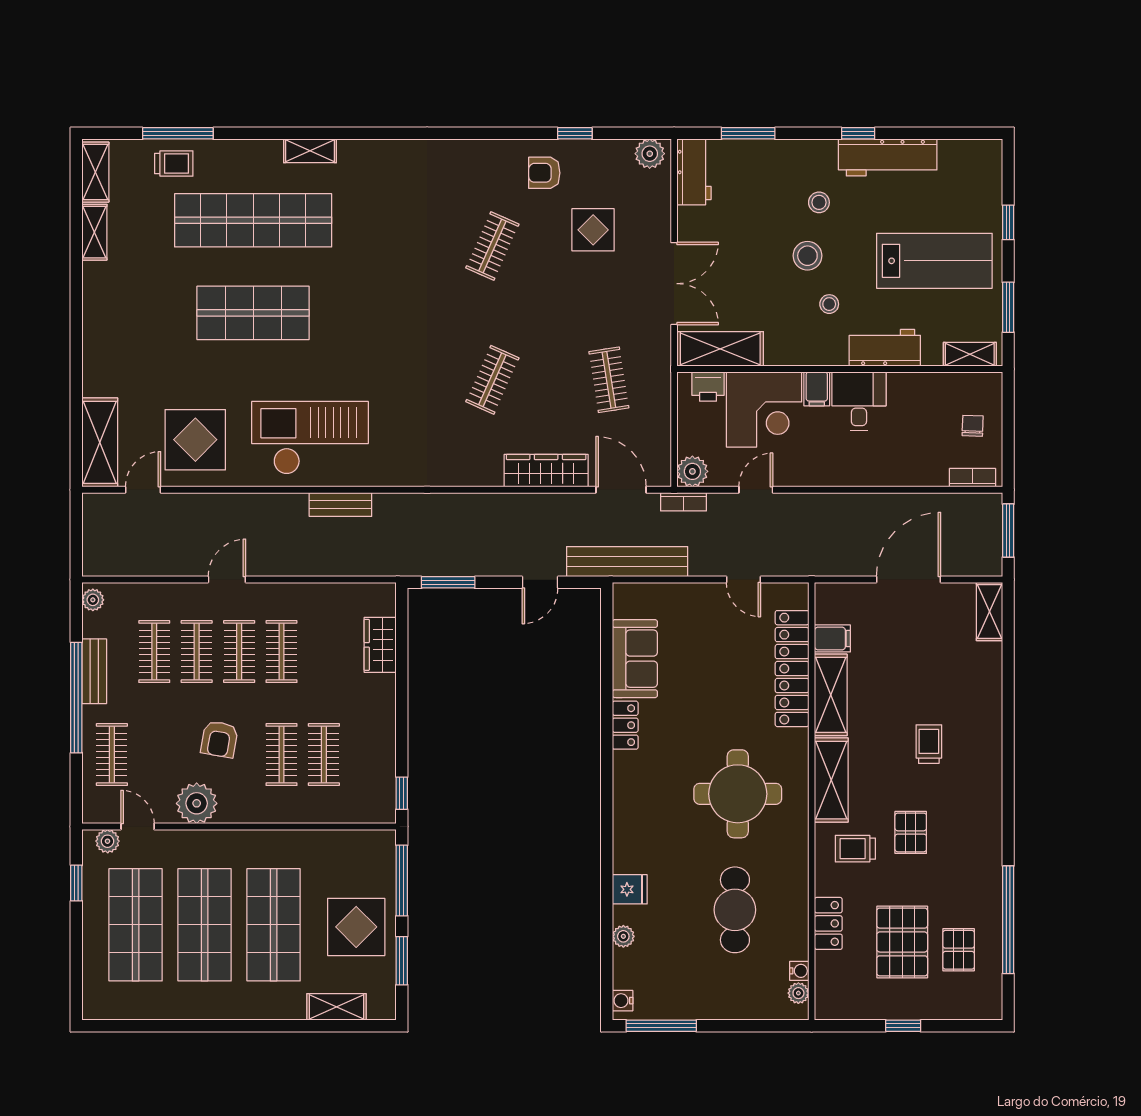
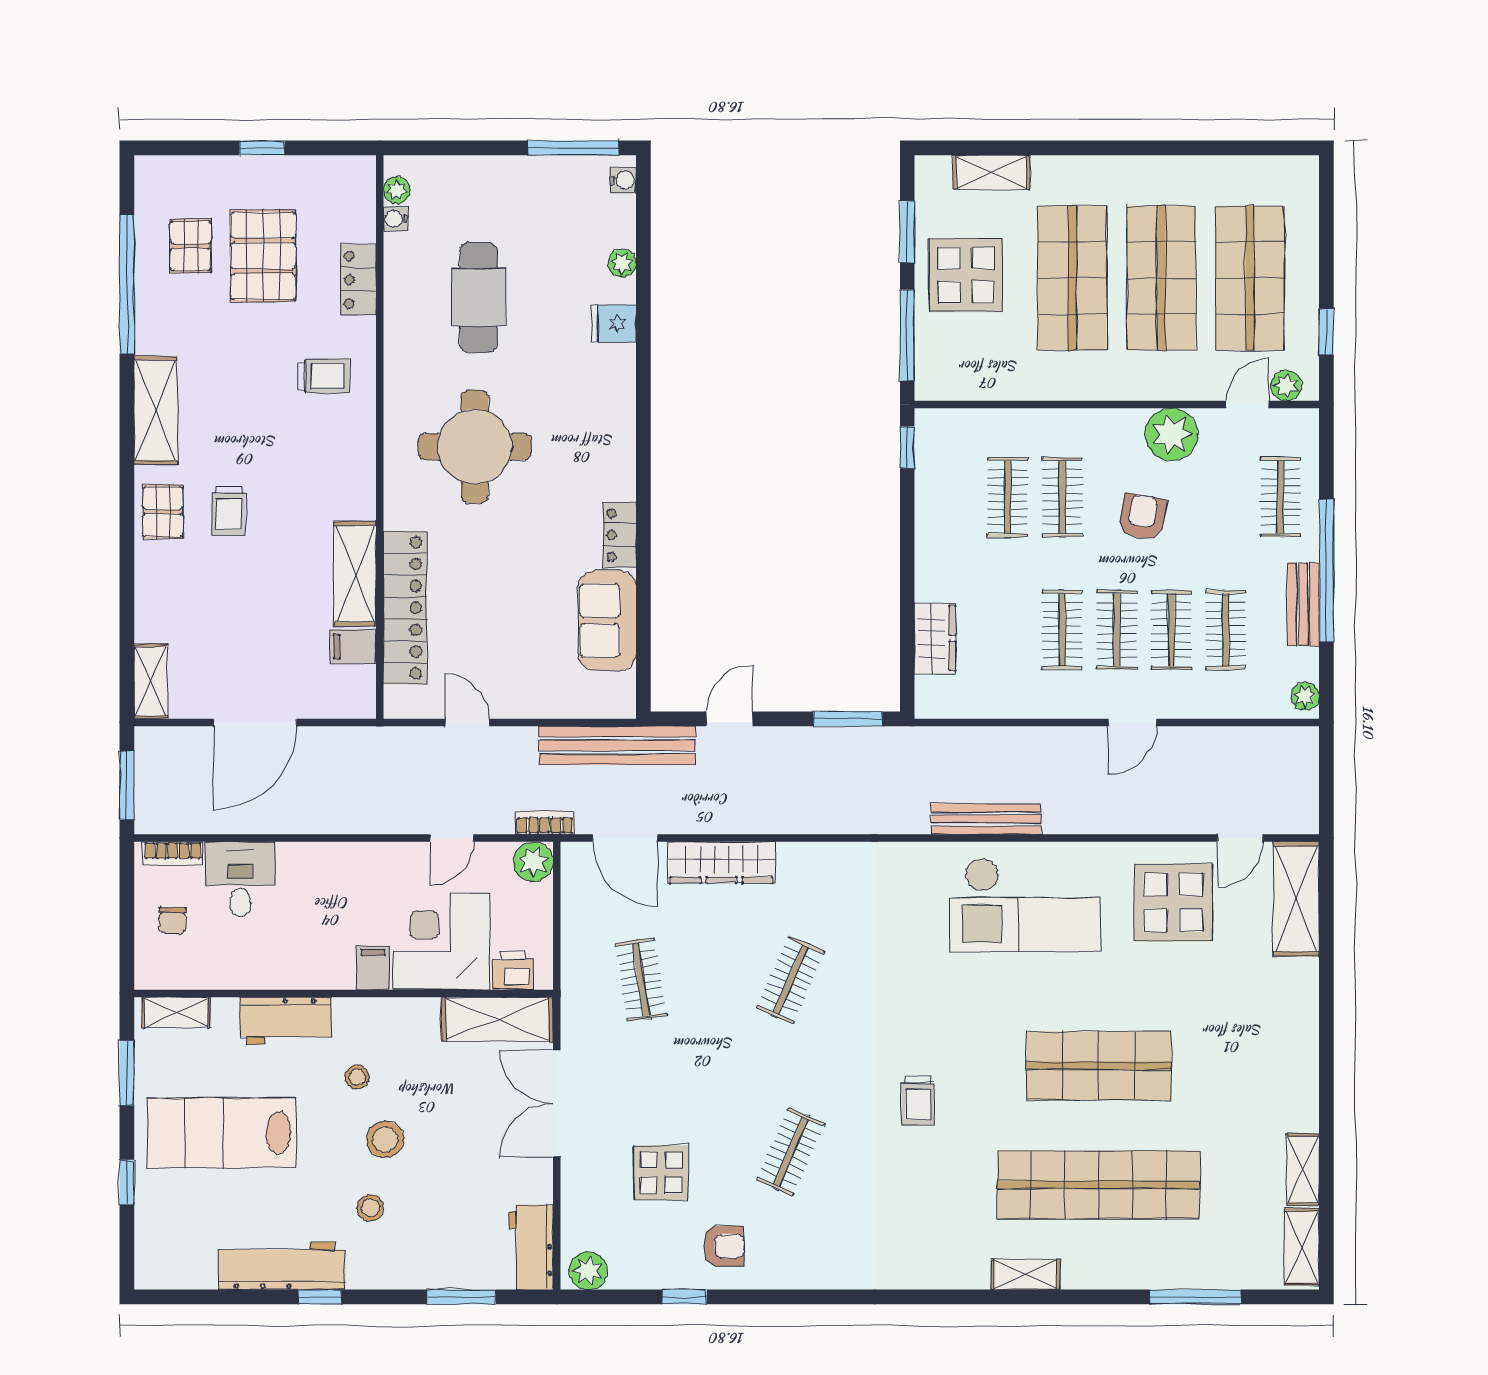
trolley: (174, 164) -> (918, 1101), moved, turned -90
desk: (859, 401) -> (240, 879), moved, turned 180
bench: (340, 504) -> (986, 819), width x1.36
shelving: (831, 780) -> (156, 410), moved
door: (138, 827) -> (1247, 404), swing flipped
pallet: (911, 832) -> (163, 512), moved

